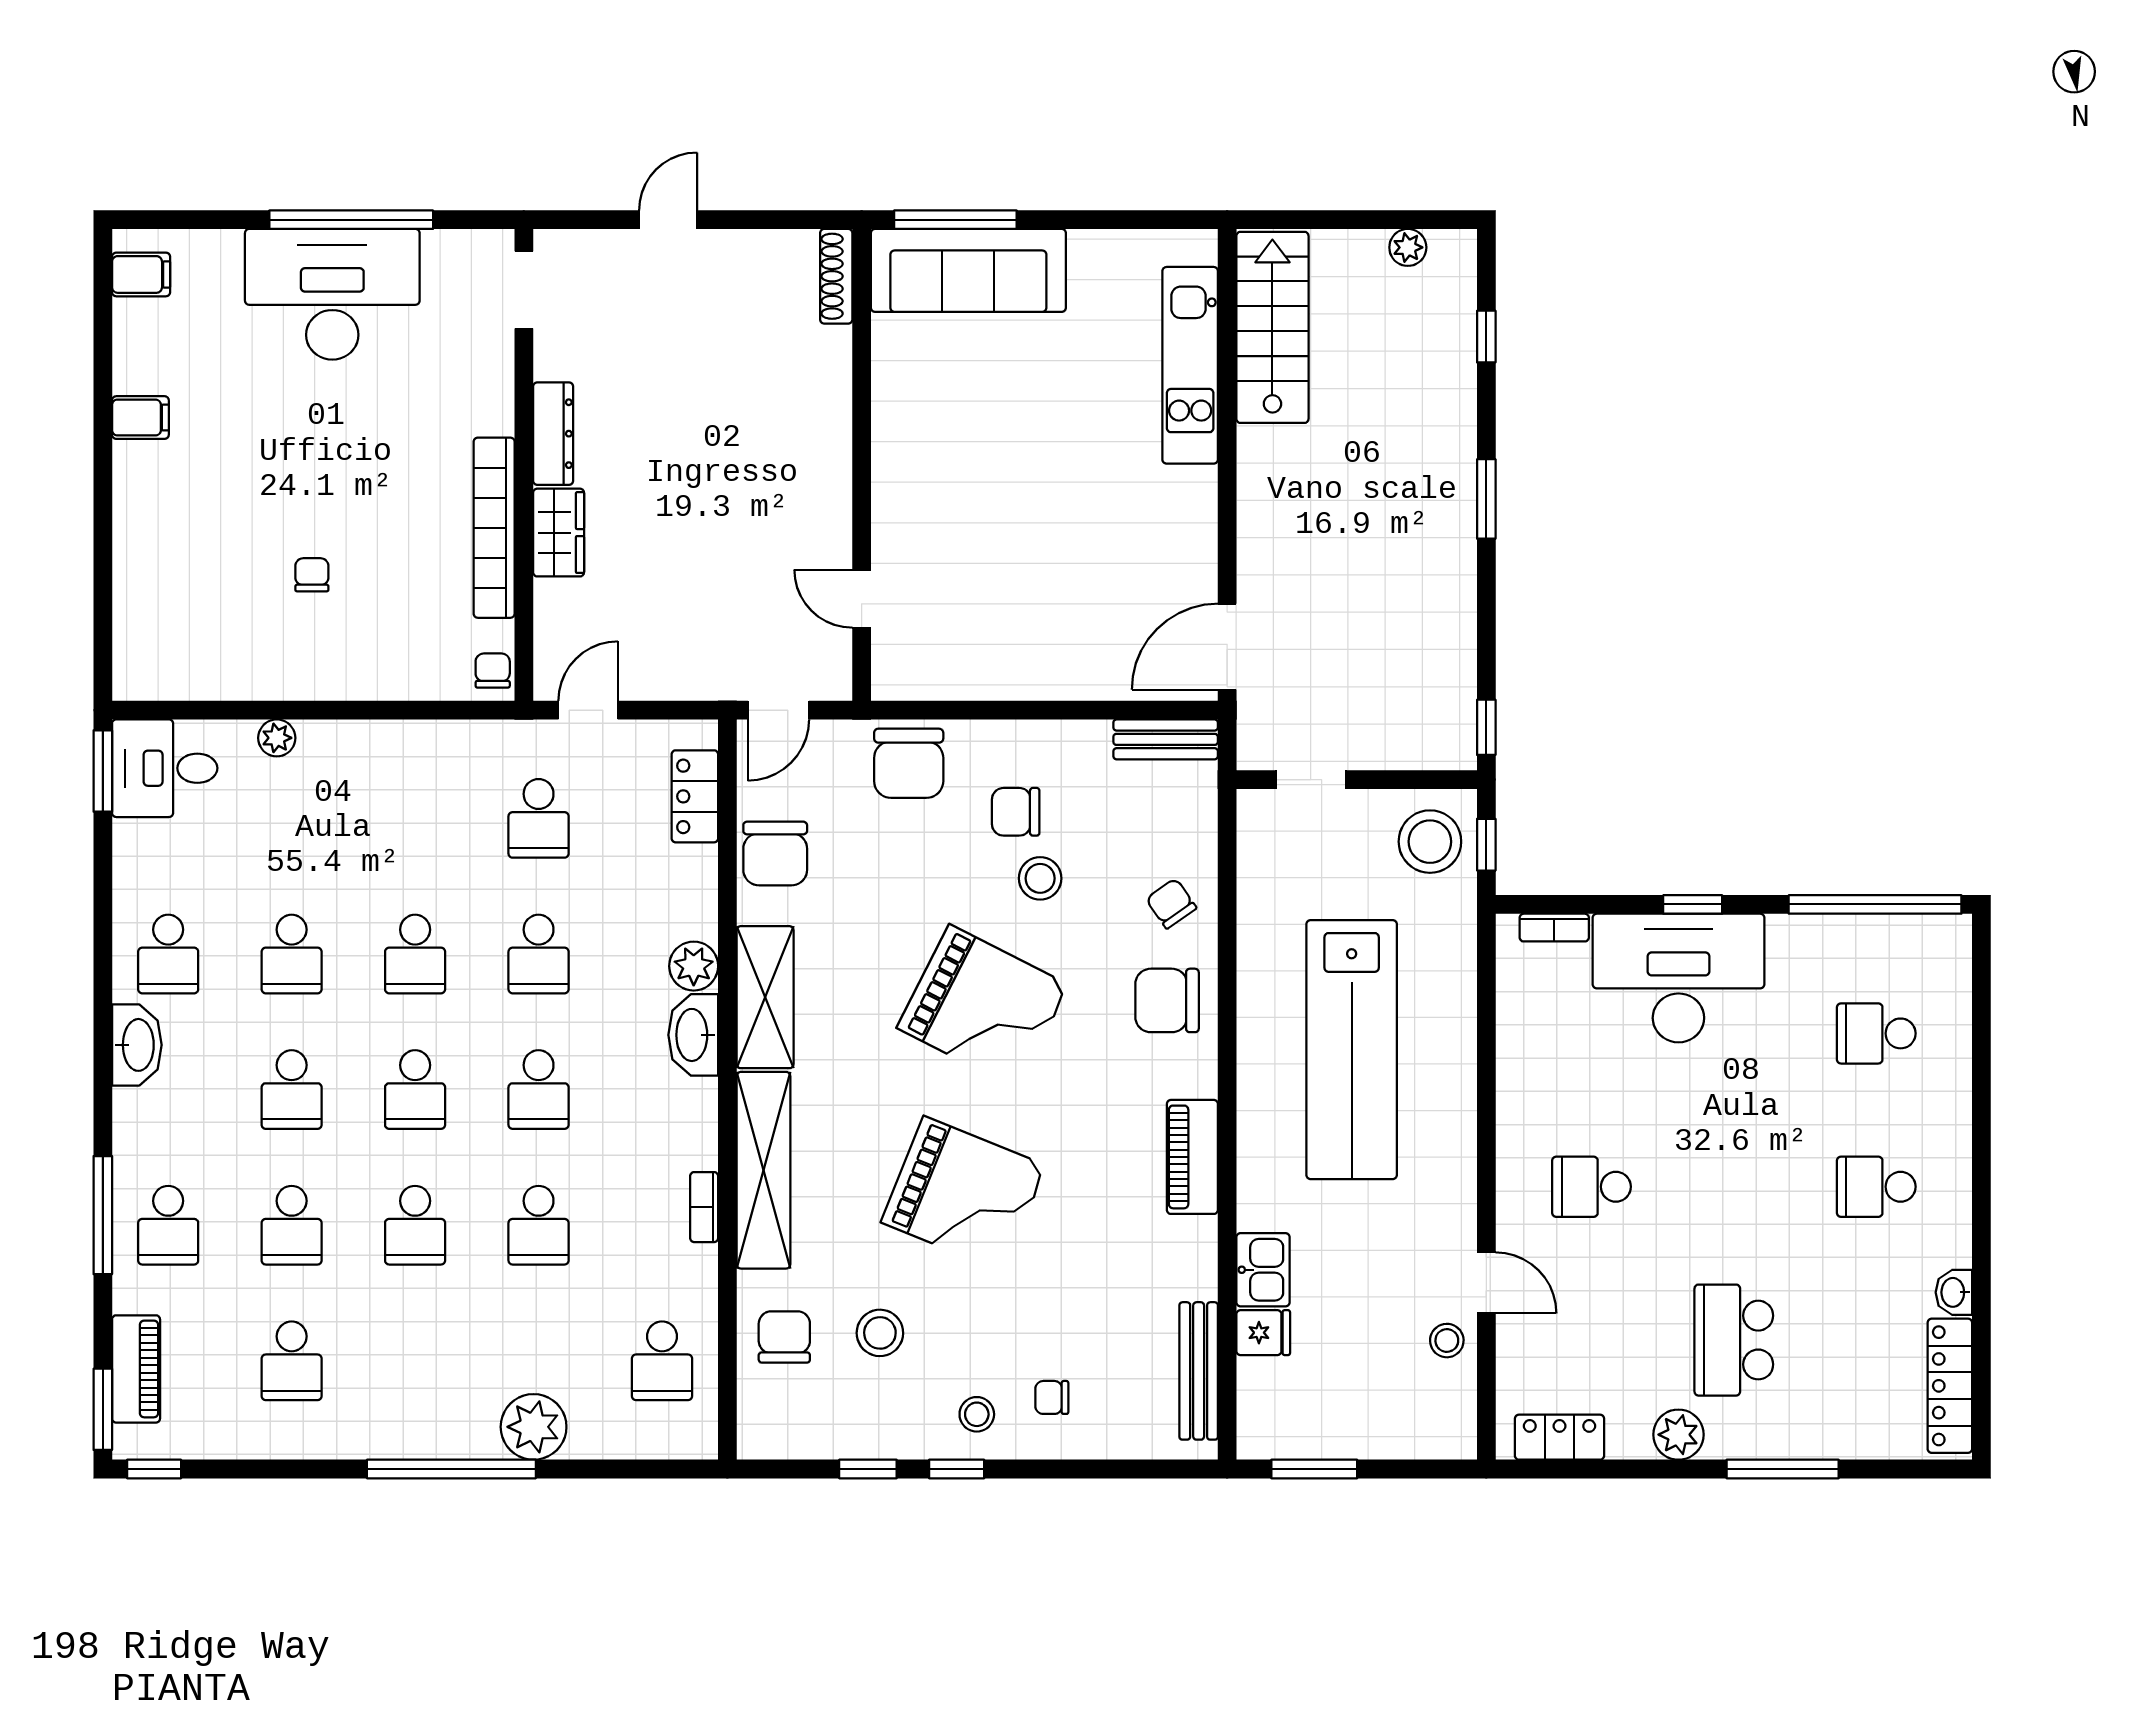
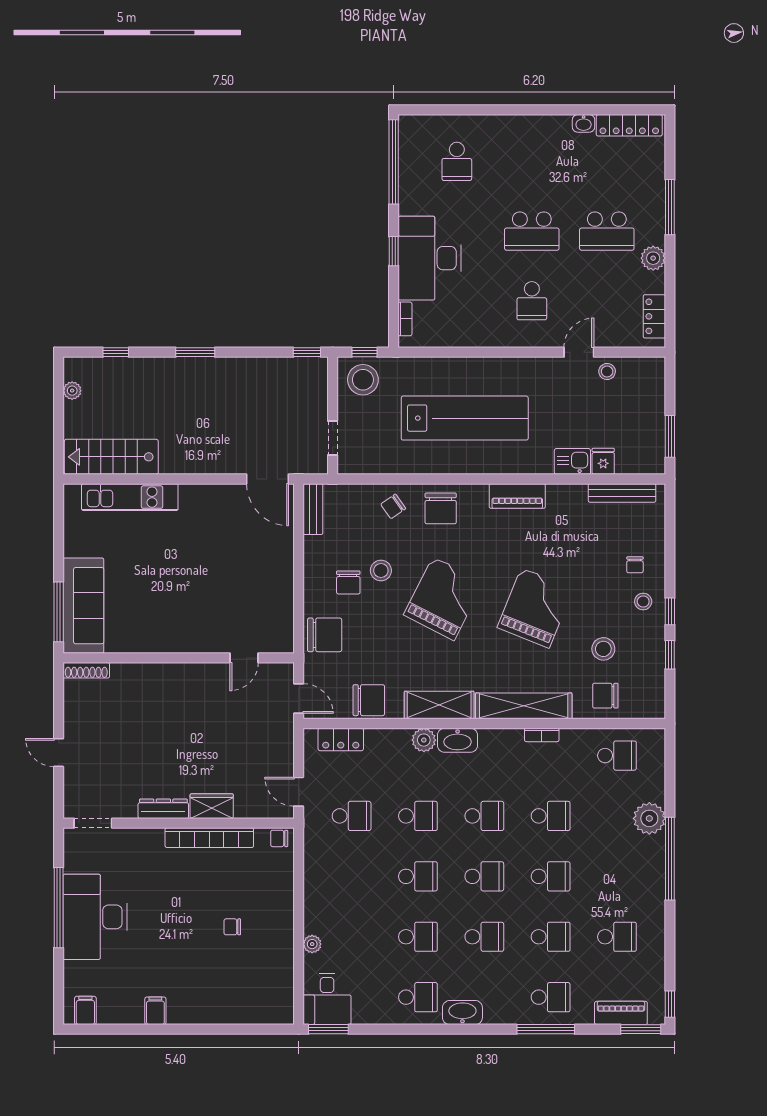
school desk: (1876, 1187) -> (532, 231), moved, width x1.85

